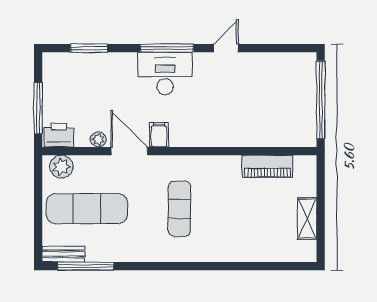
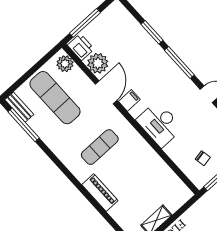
window: (89, 48) -> (152, 32), moved
desk: (165, 73) -> (160, 124), moved, turned 180
chair: (287, 113) -> (203, 158), added
plant: (98, 139) -> (98, 63), width x1.87, depth x1.87
piano: (267, 166) -> (100, 193), moved, turned 180

